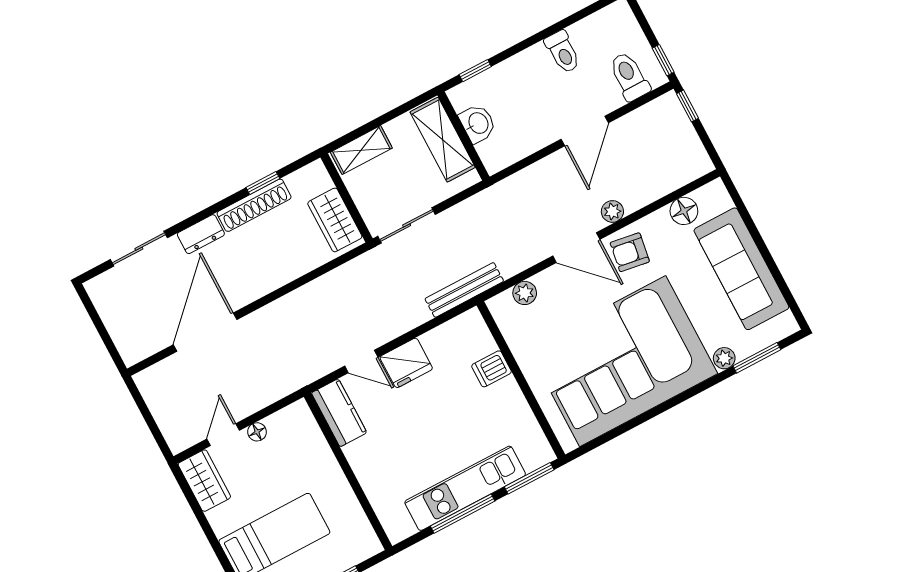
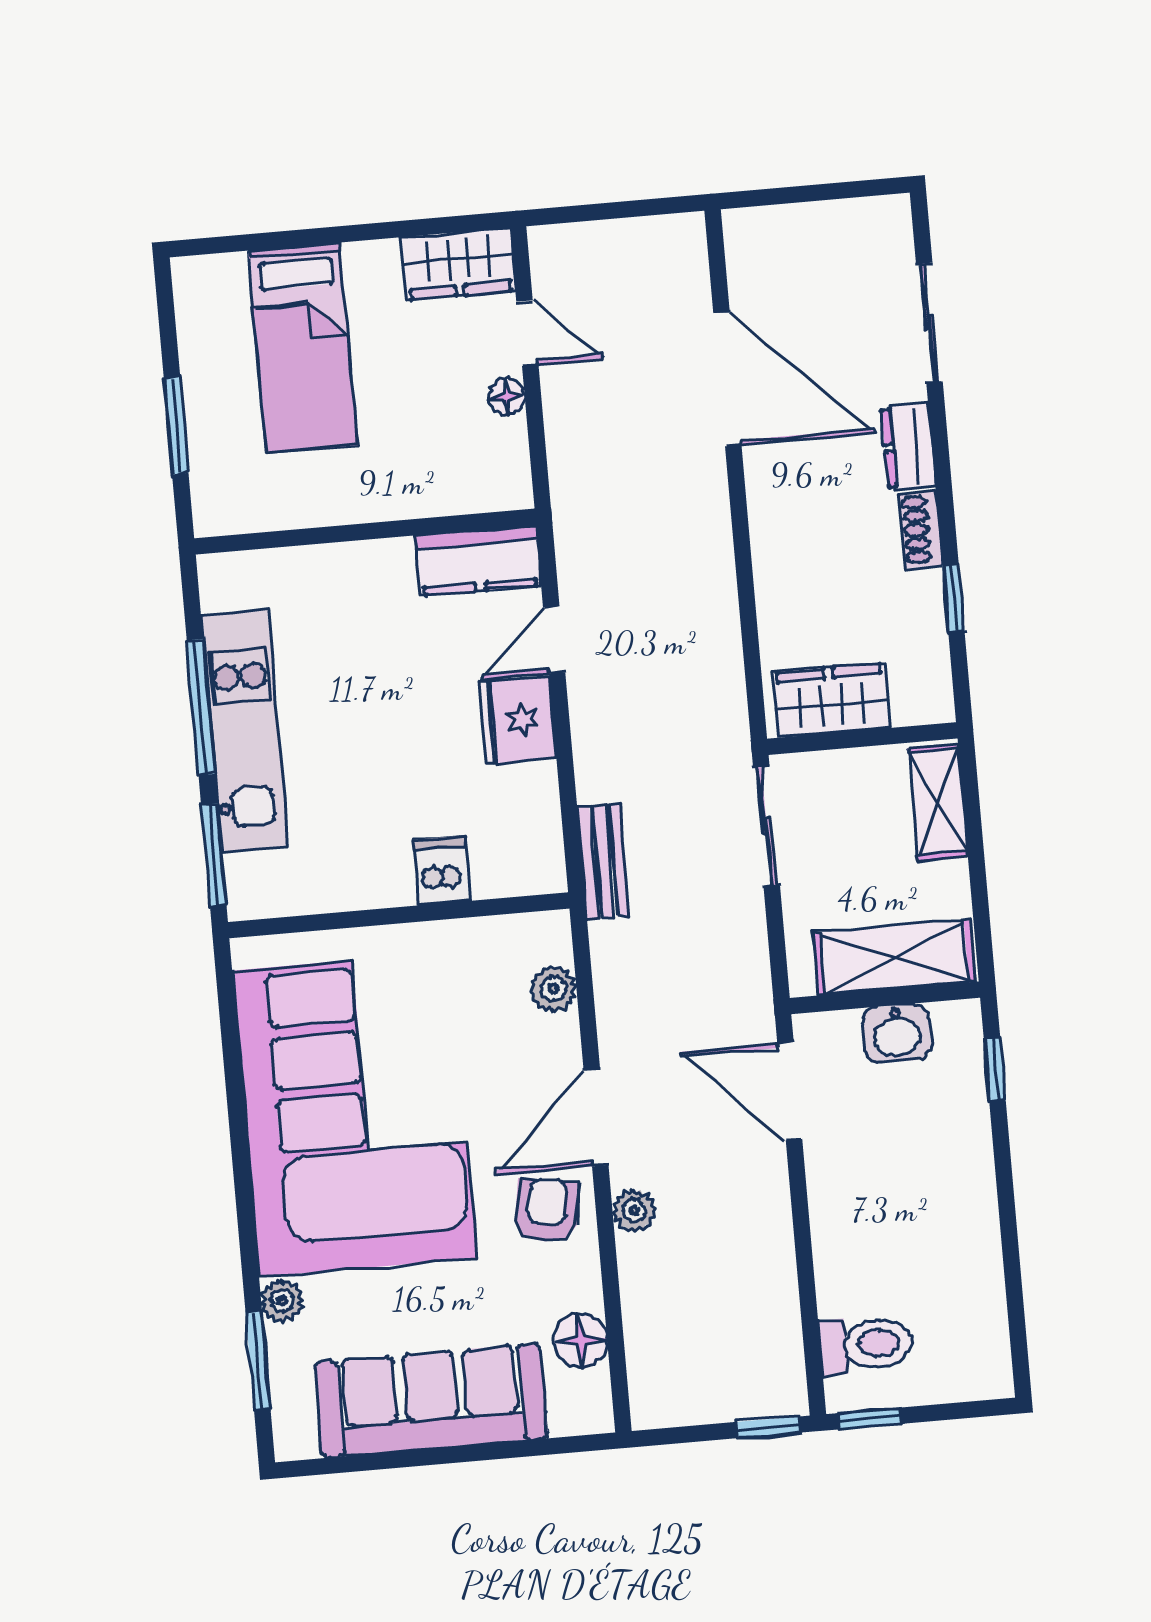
toilet: (563, 52) -> (962, 1242), removed
door: (585, 131) -> (790, 1091), moved
shoe rack: (254, 205) -> (921, 529), width x0.51, depth x0.81
bench: (464, 290) -> (603, 861), width x0.73

